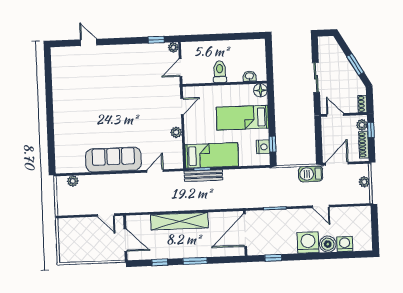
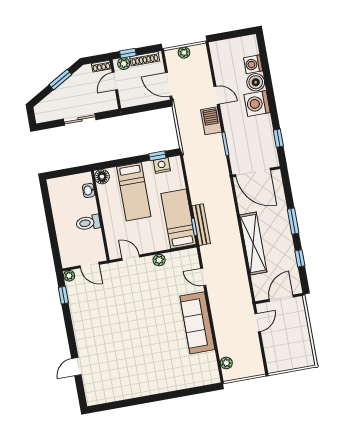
door: (335, 115) -> (115, 81), moved
barbecue: (311, 174) -> (211, 121), moved, turned 180
door: (321, 206) -> (217, 95), hinge flipped

